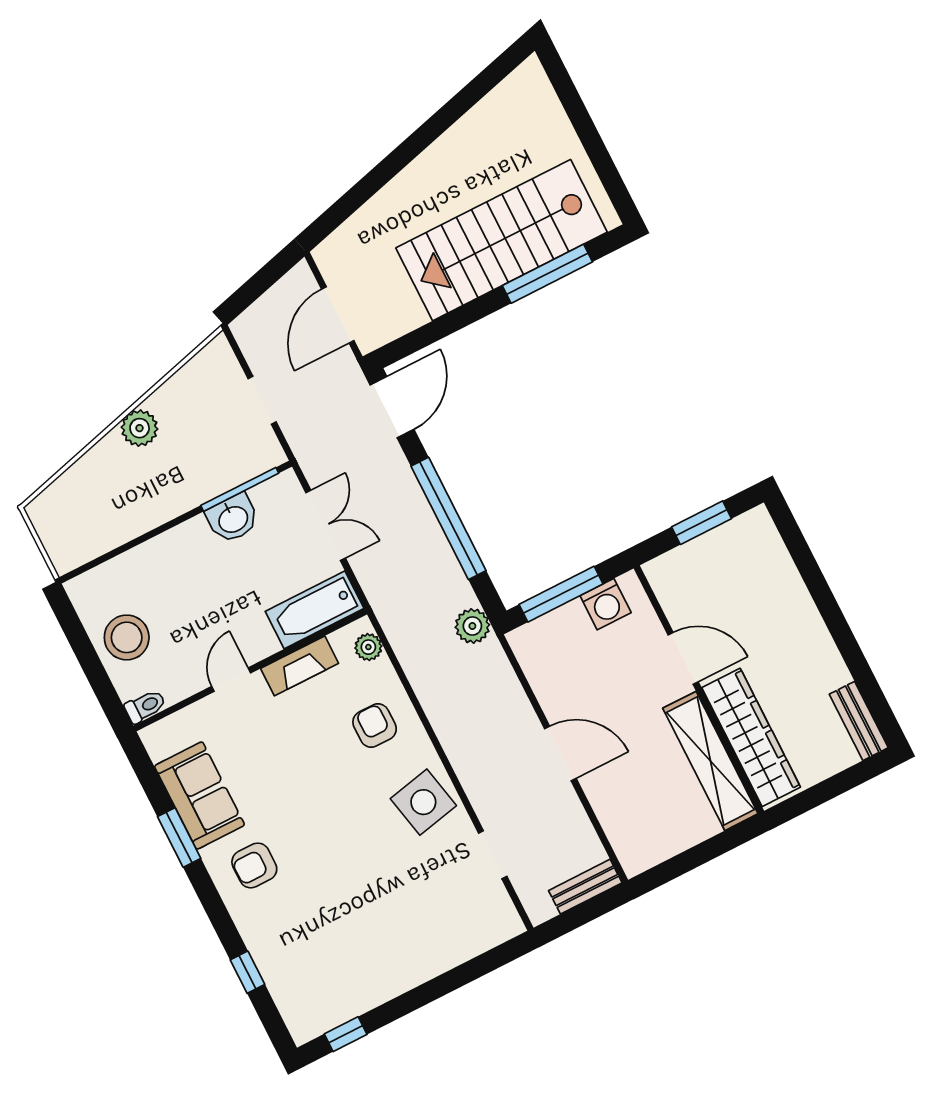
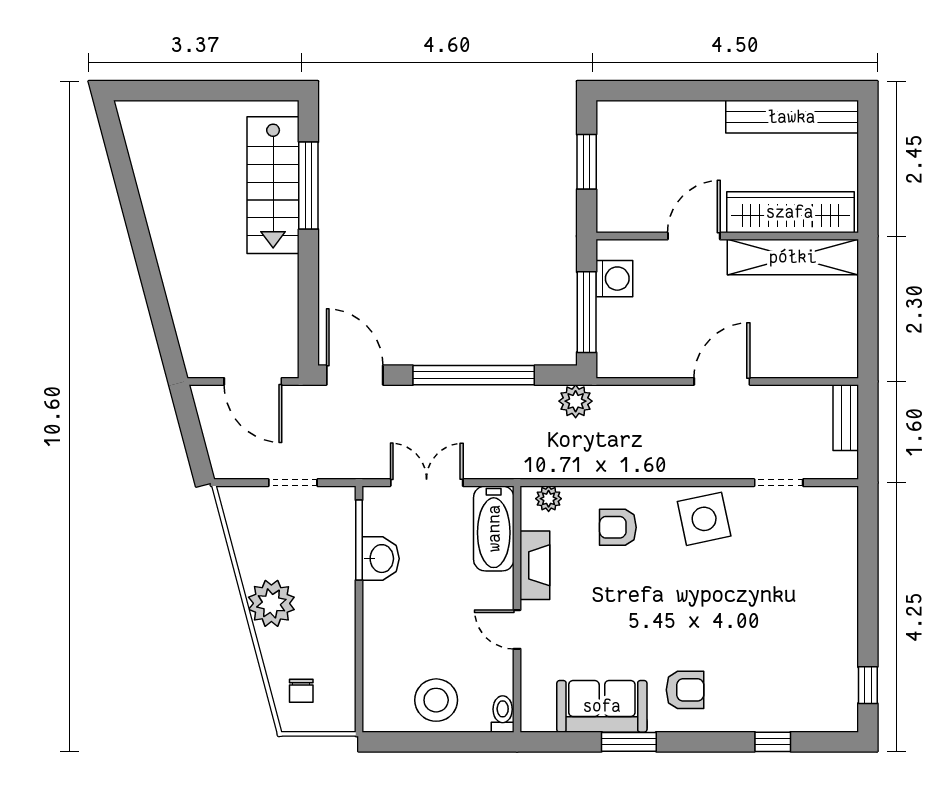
stairs: (502, 240) -> (273, 185), width x0.73, depth x0.66
plant: (140, 428) -> (271, 603), width x1.36, depth x1.36
chair: (71, 507) -> (301, 691), added
bench: (859, 721) -> (792, 117), width x1.86, depth x1.21
armchair: (254, 865) -> (685, 690), turned -90

